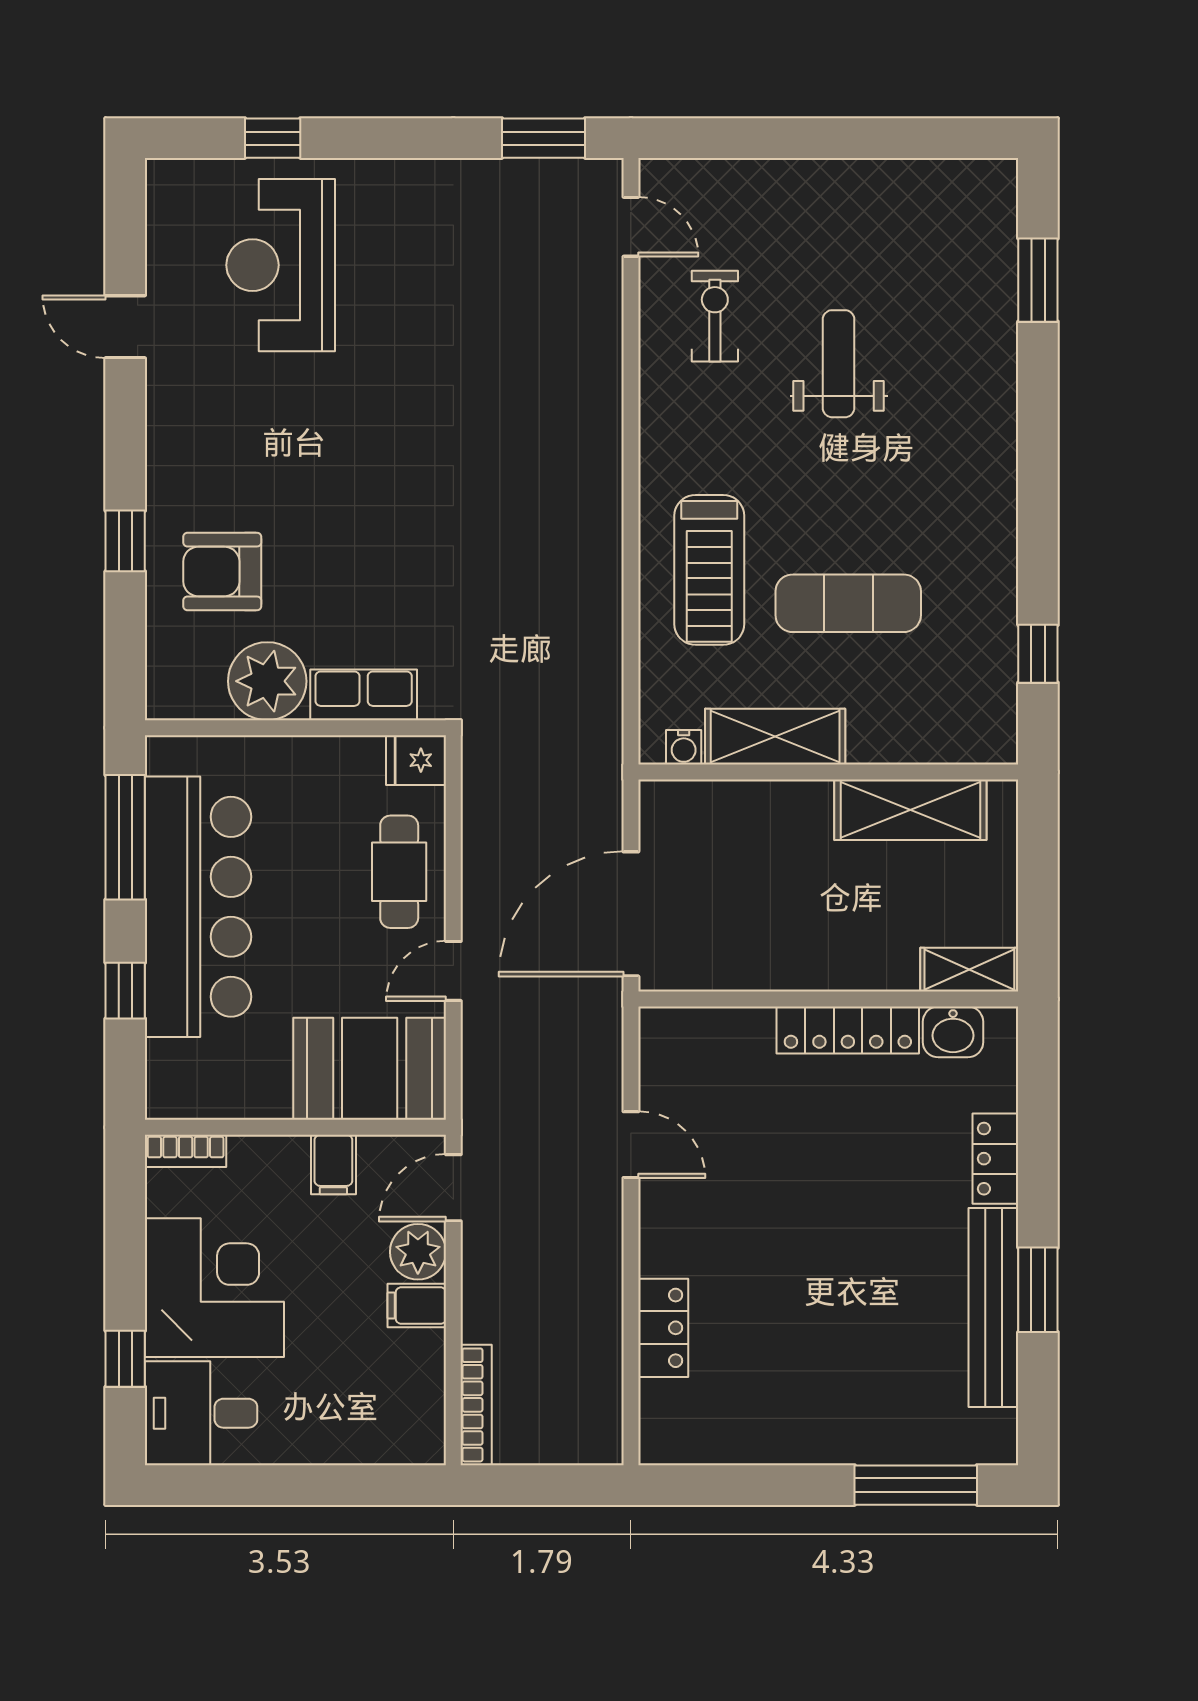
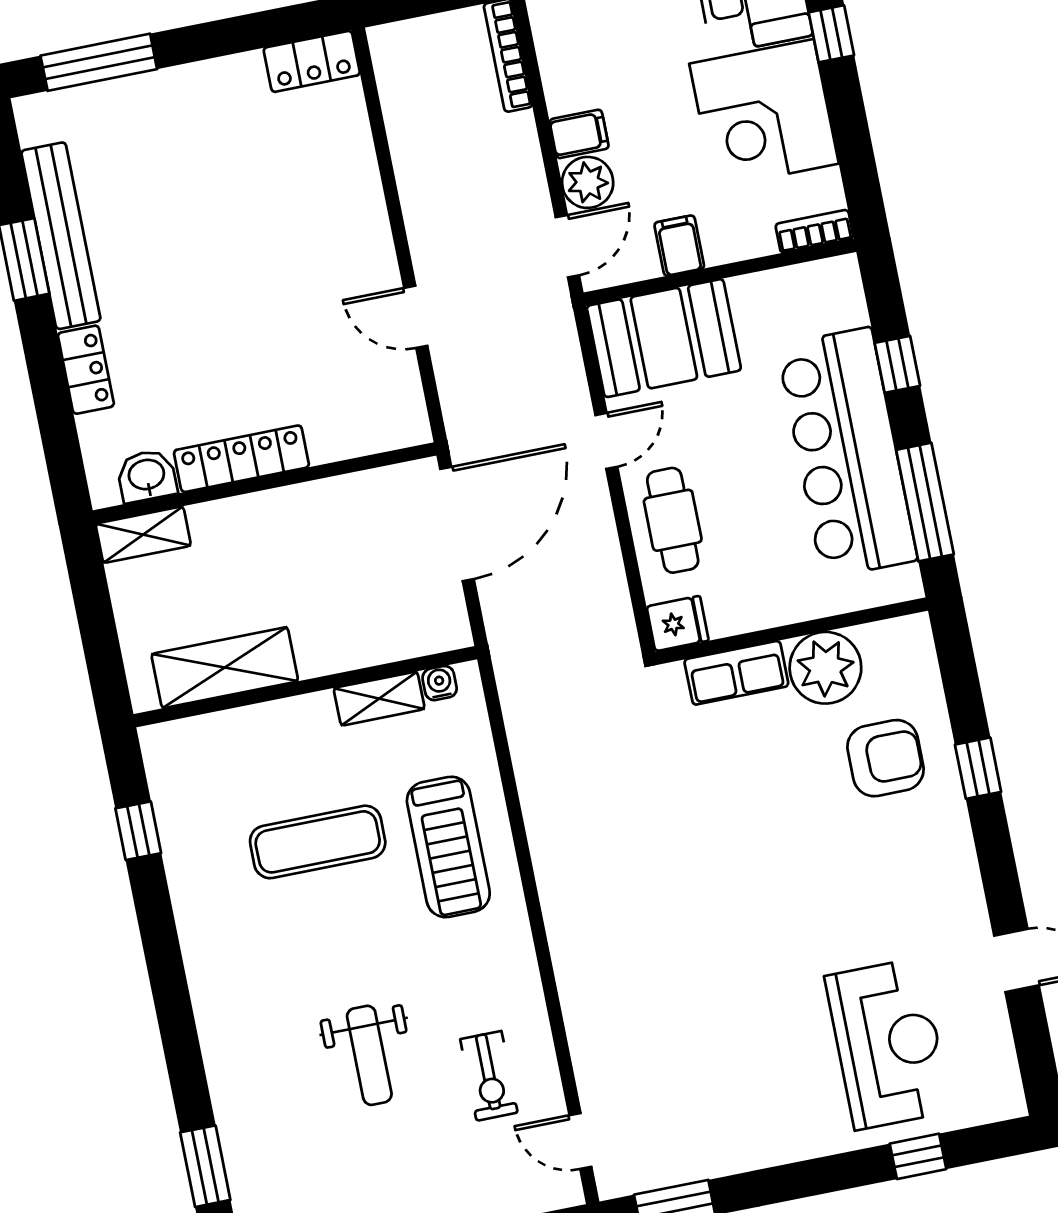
treadmill: (709, 570) -> (448, 847), turned 180
shelving: (775, 737) -> (379, 699), width x0.67, depth x0.75
locker: (663, 1328) -> (312, 61), moved, turned -90

